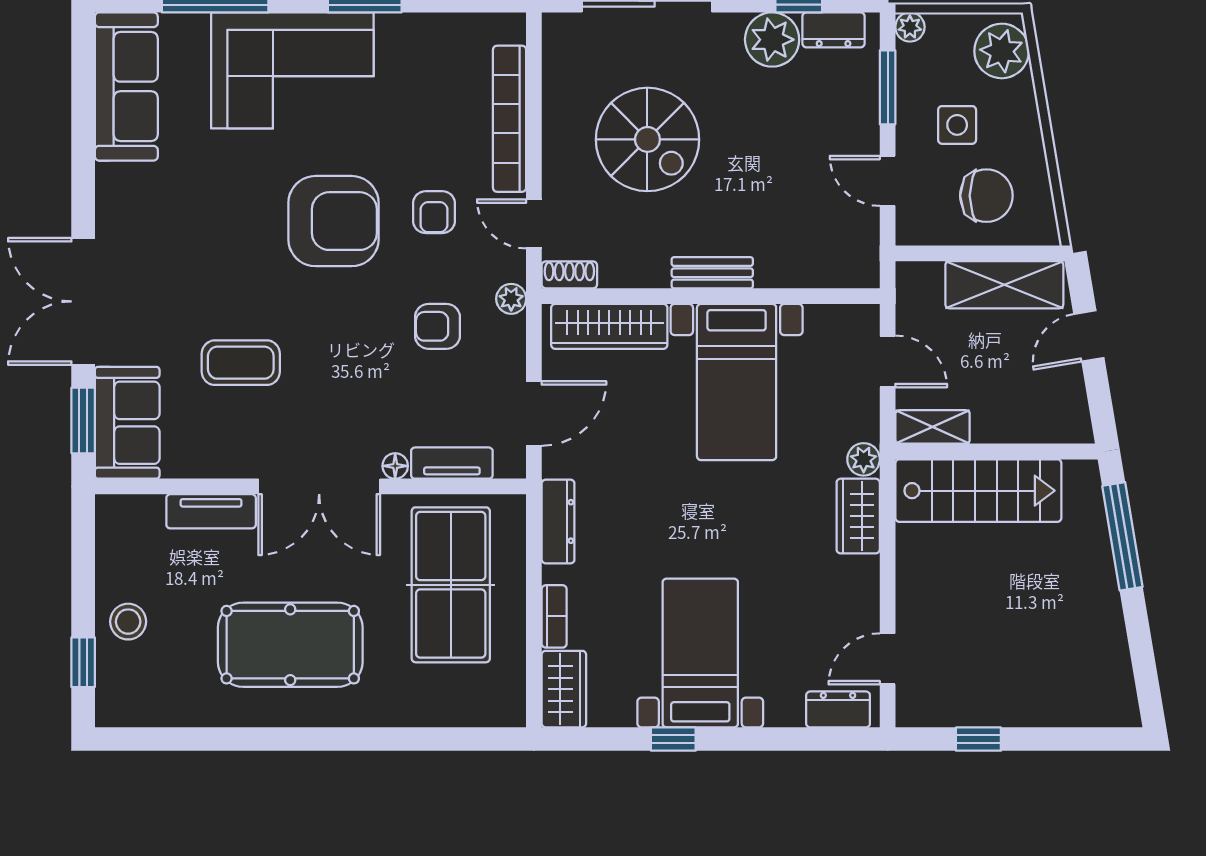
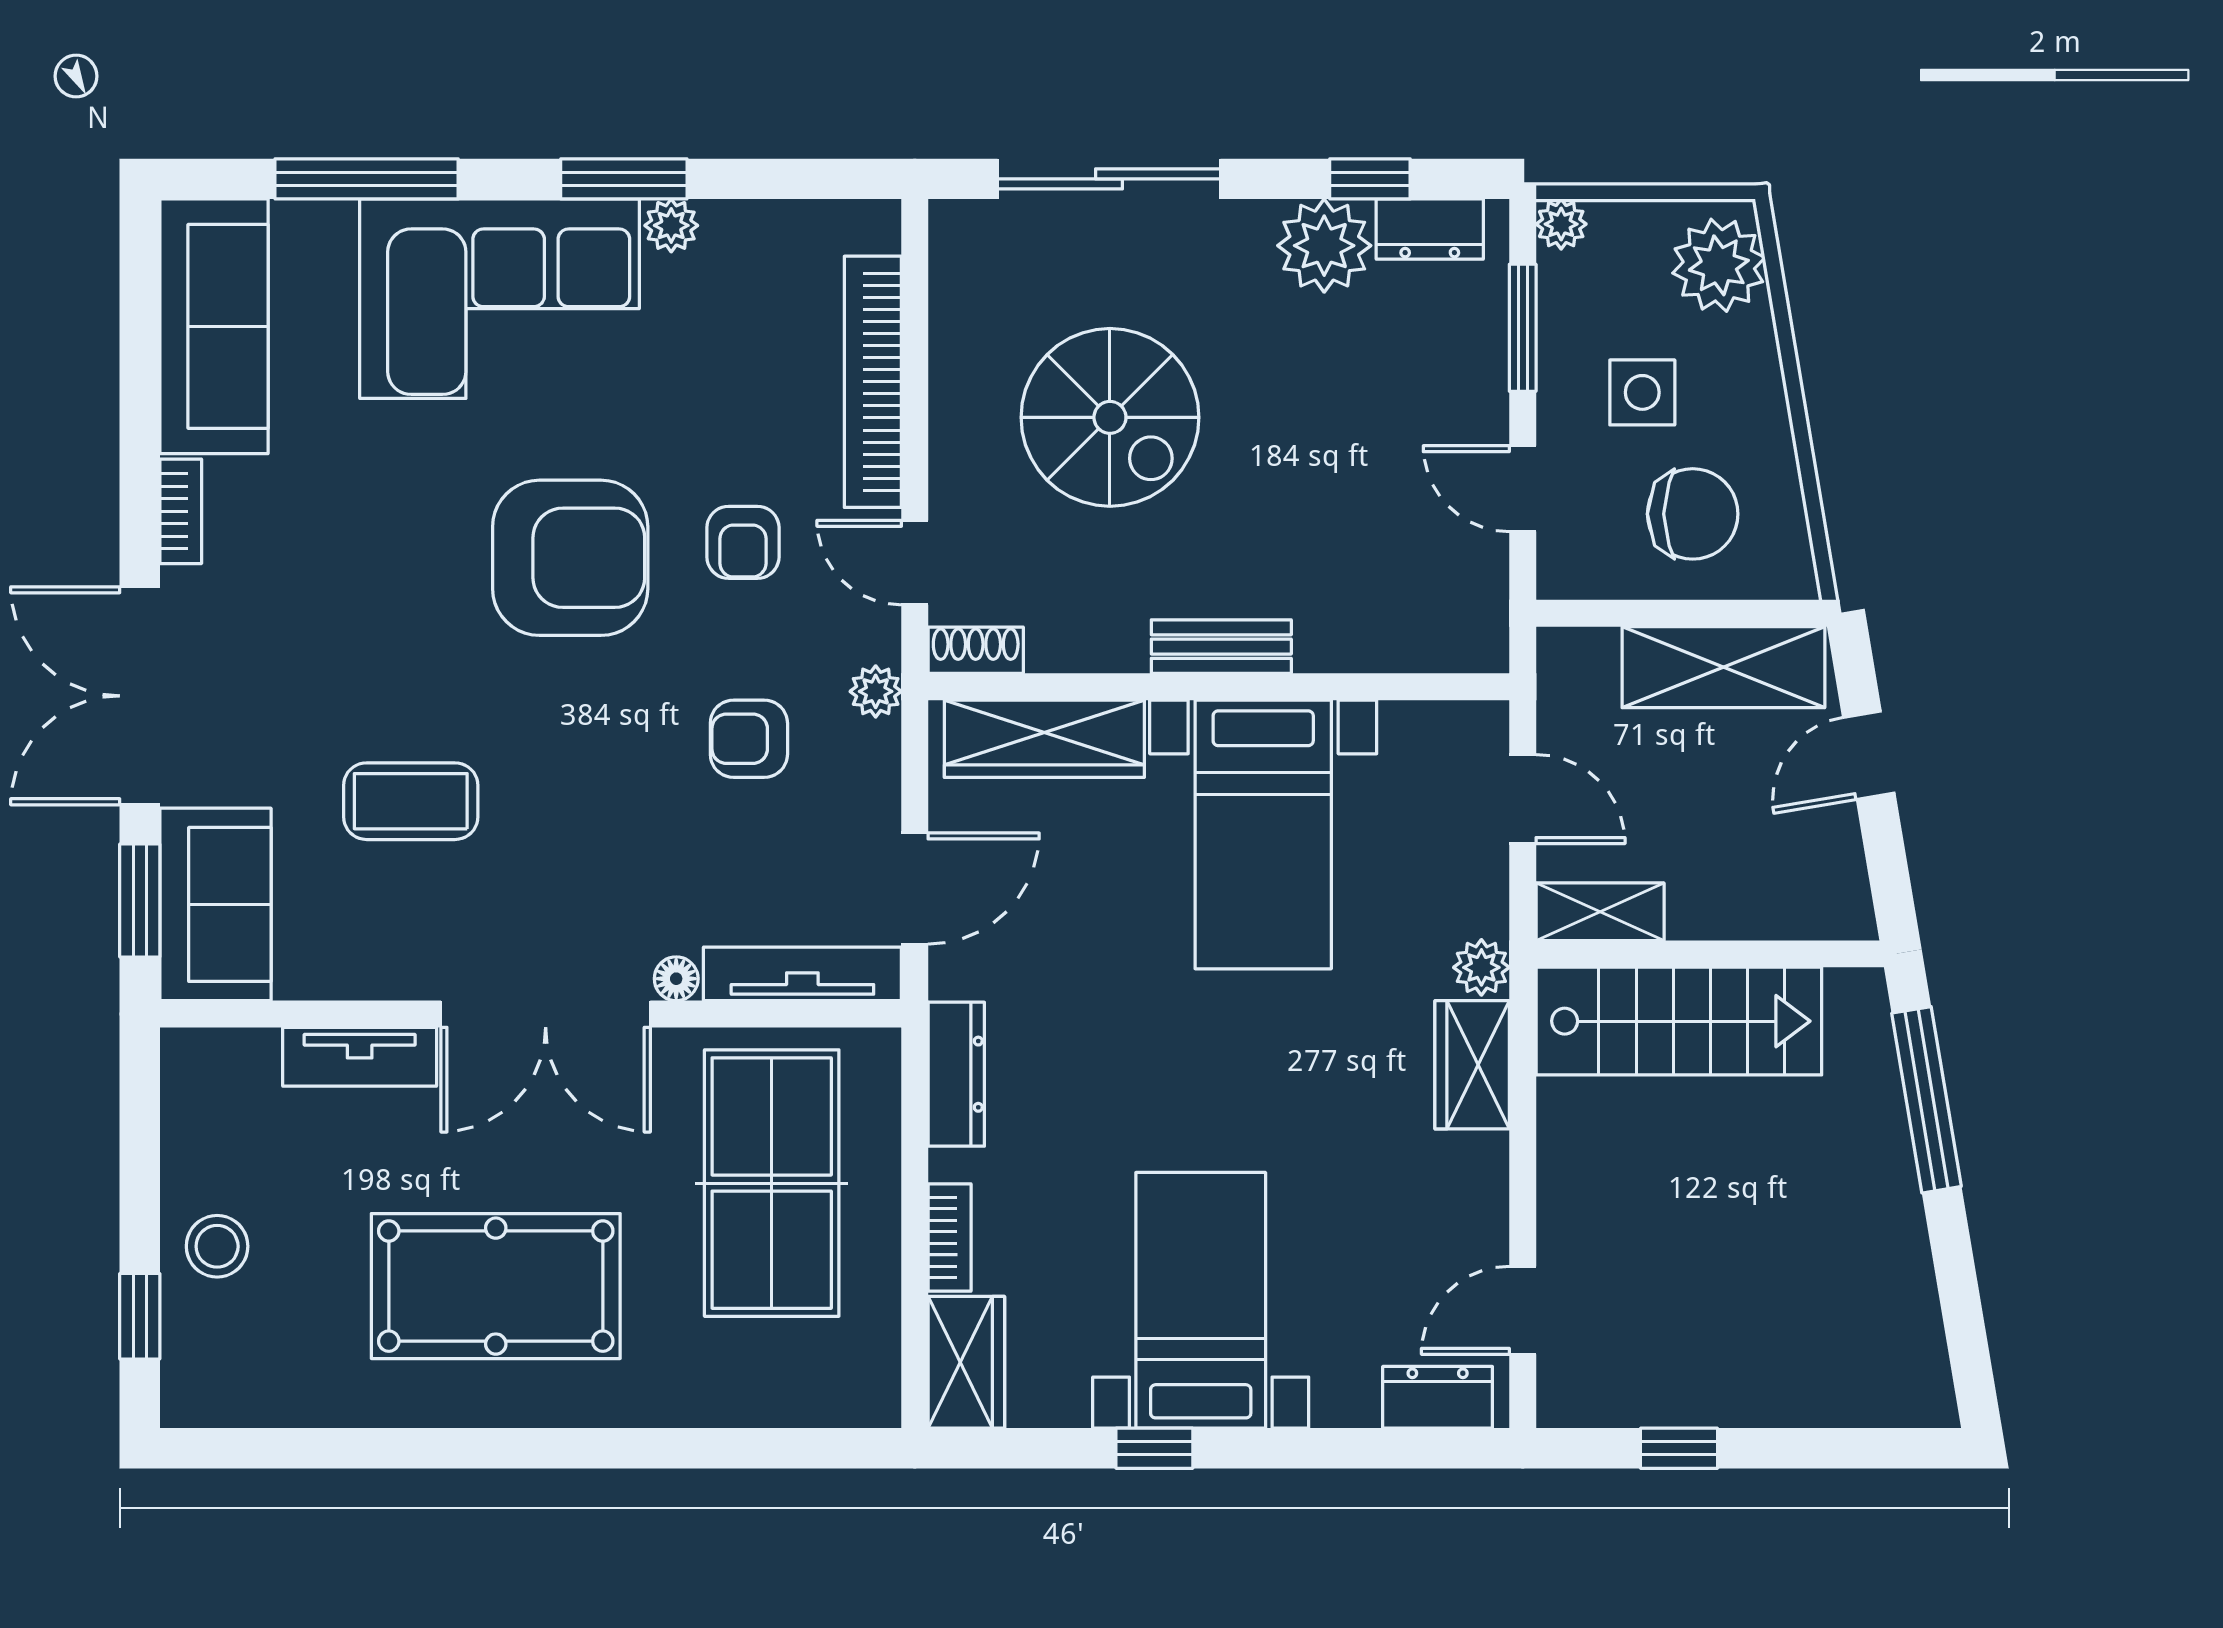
plant: (392, 28) -> (671, 225), added
bookcase: (107, 194) -> (181, 511), added
tv unit: (452, 463) -> (802, 974), width x1.41

